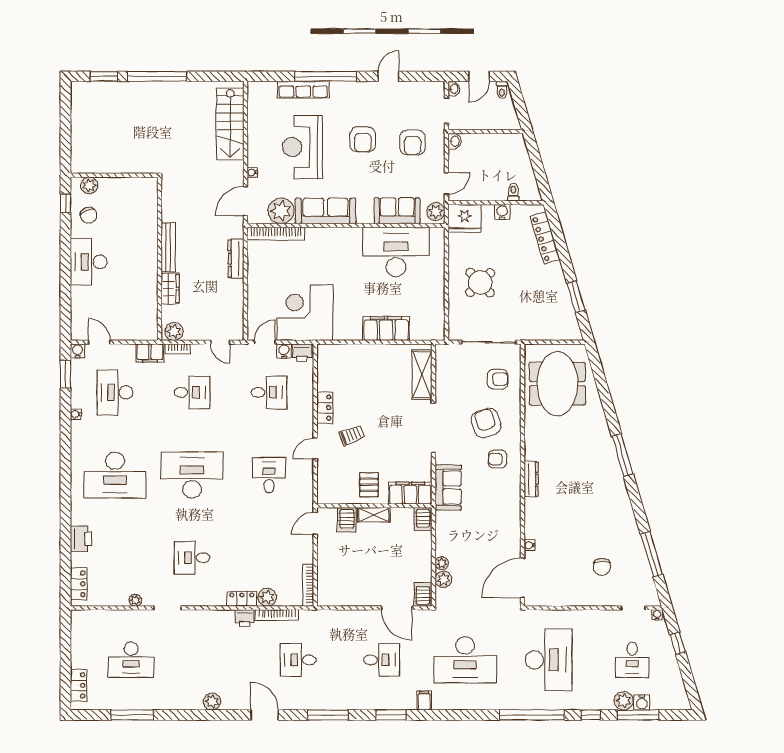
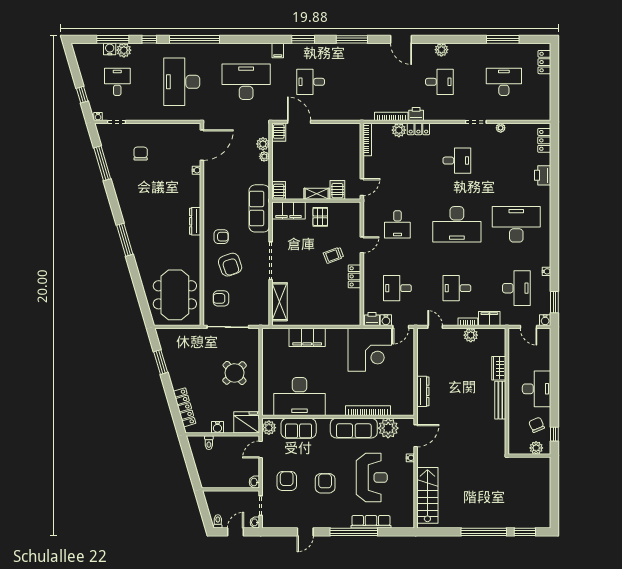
bookcase: (276, 234) -> (368, 411), moved
bench: (168, 247) -> (500, 400), moved
wall: (160, 259) -> (507, 391), moved
wardrobe: (170, 289) -> (499, 368), moved
sofa: (448, 487) -> (259, 208), width x1.36
desk: (298, 660) -> (439, 82), moved

